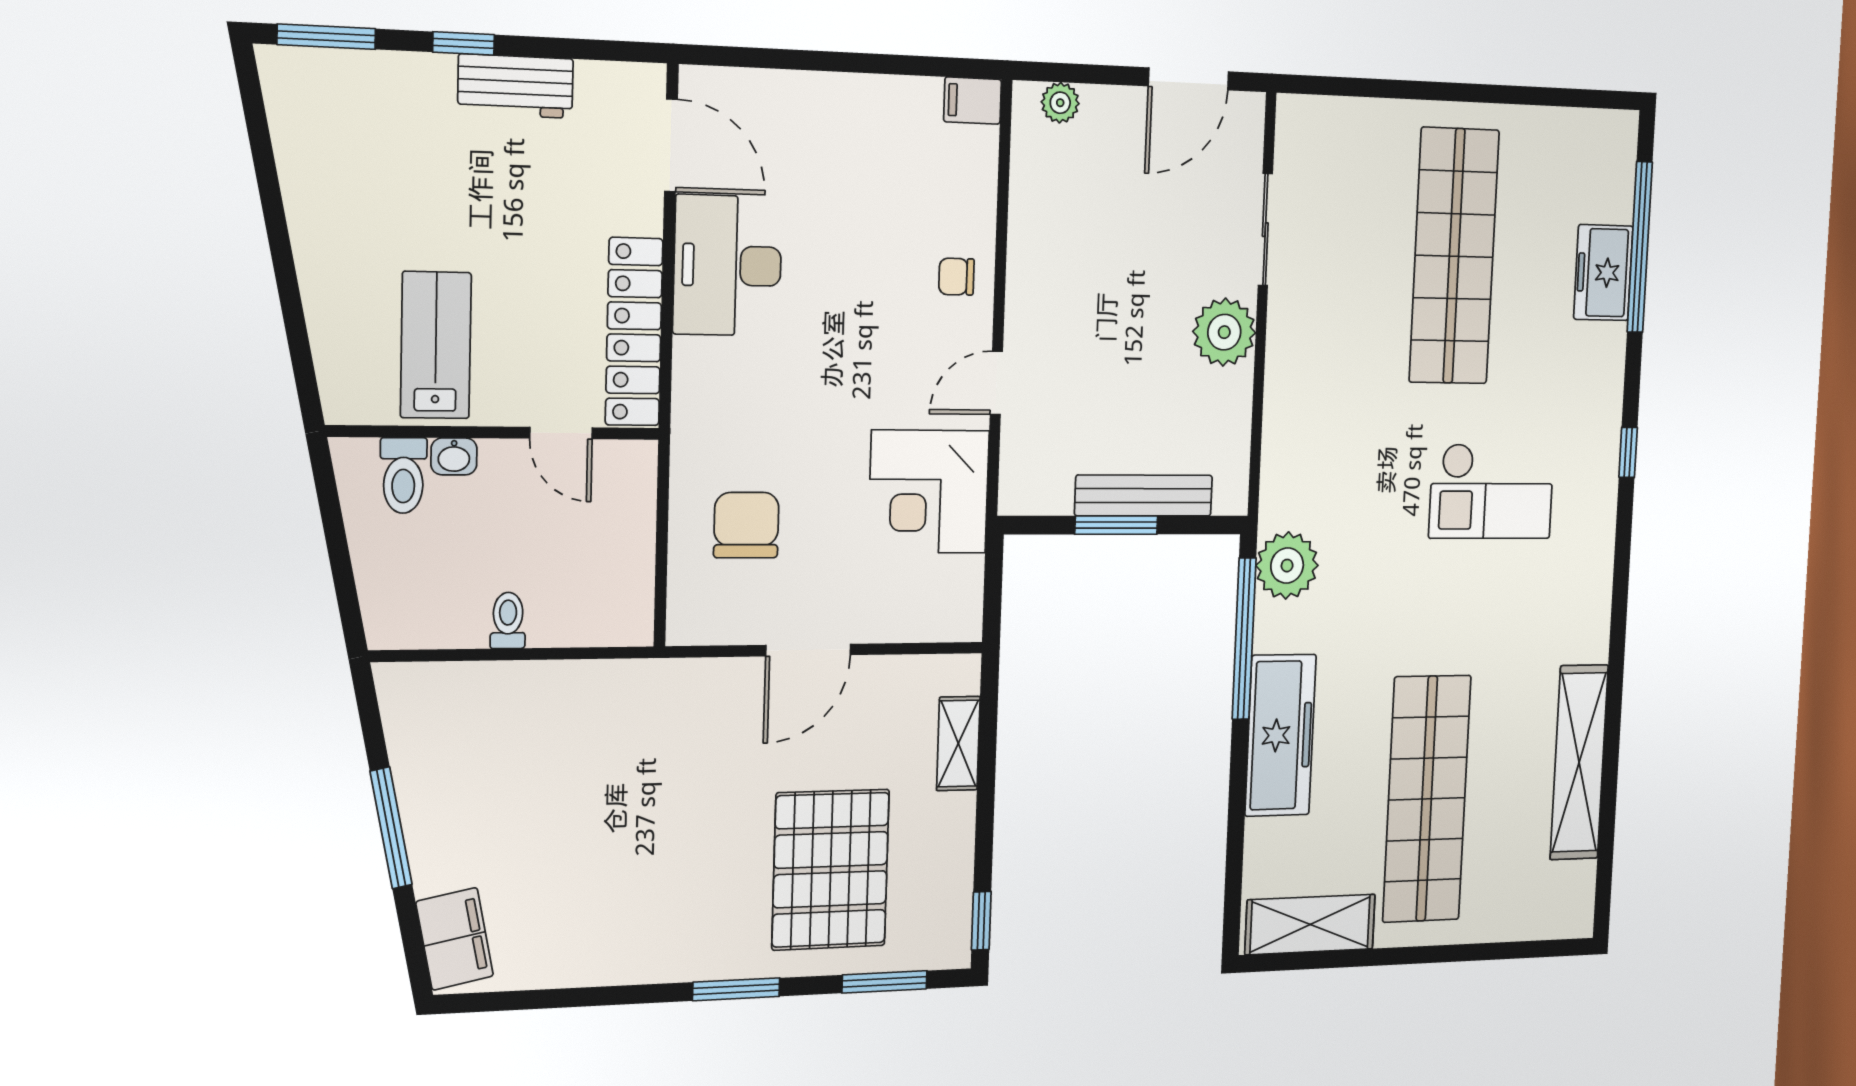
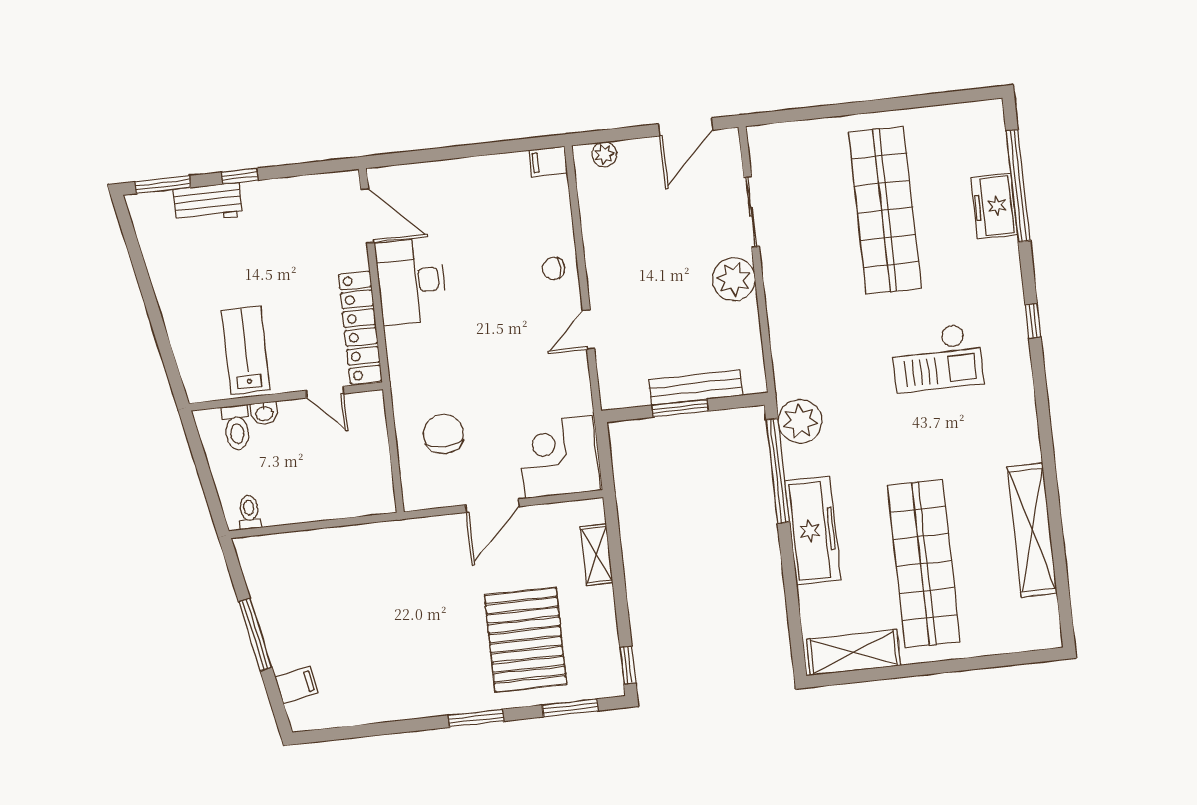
workbench: (516, 86) -> (208, 203), moved
corner desk: (929, 492) -> (559, 457), moved, turned 90
toilet: (508, 620) -> (249, 512), moved
filing cabinet: (455, 939) -> (297, 685), width x0.50

